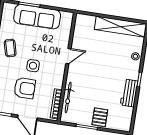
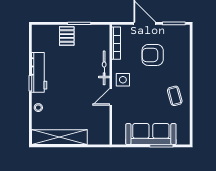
side table: (33, 66) -> (123, 80), moved
workbench: (129, 93) -> (39, 72), width x1.38
bicycle: (68, 97) -> (104, 68), moved

